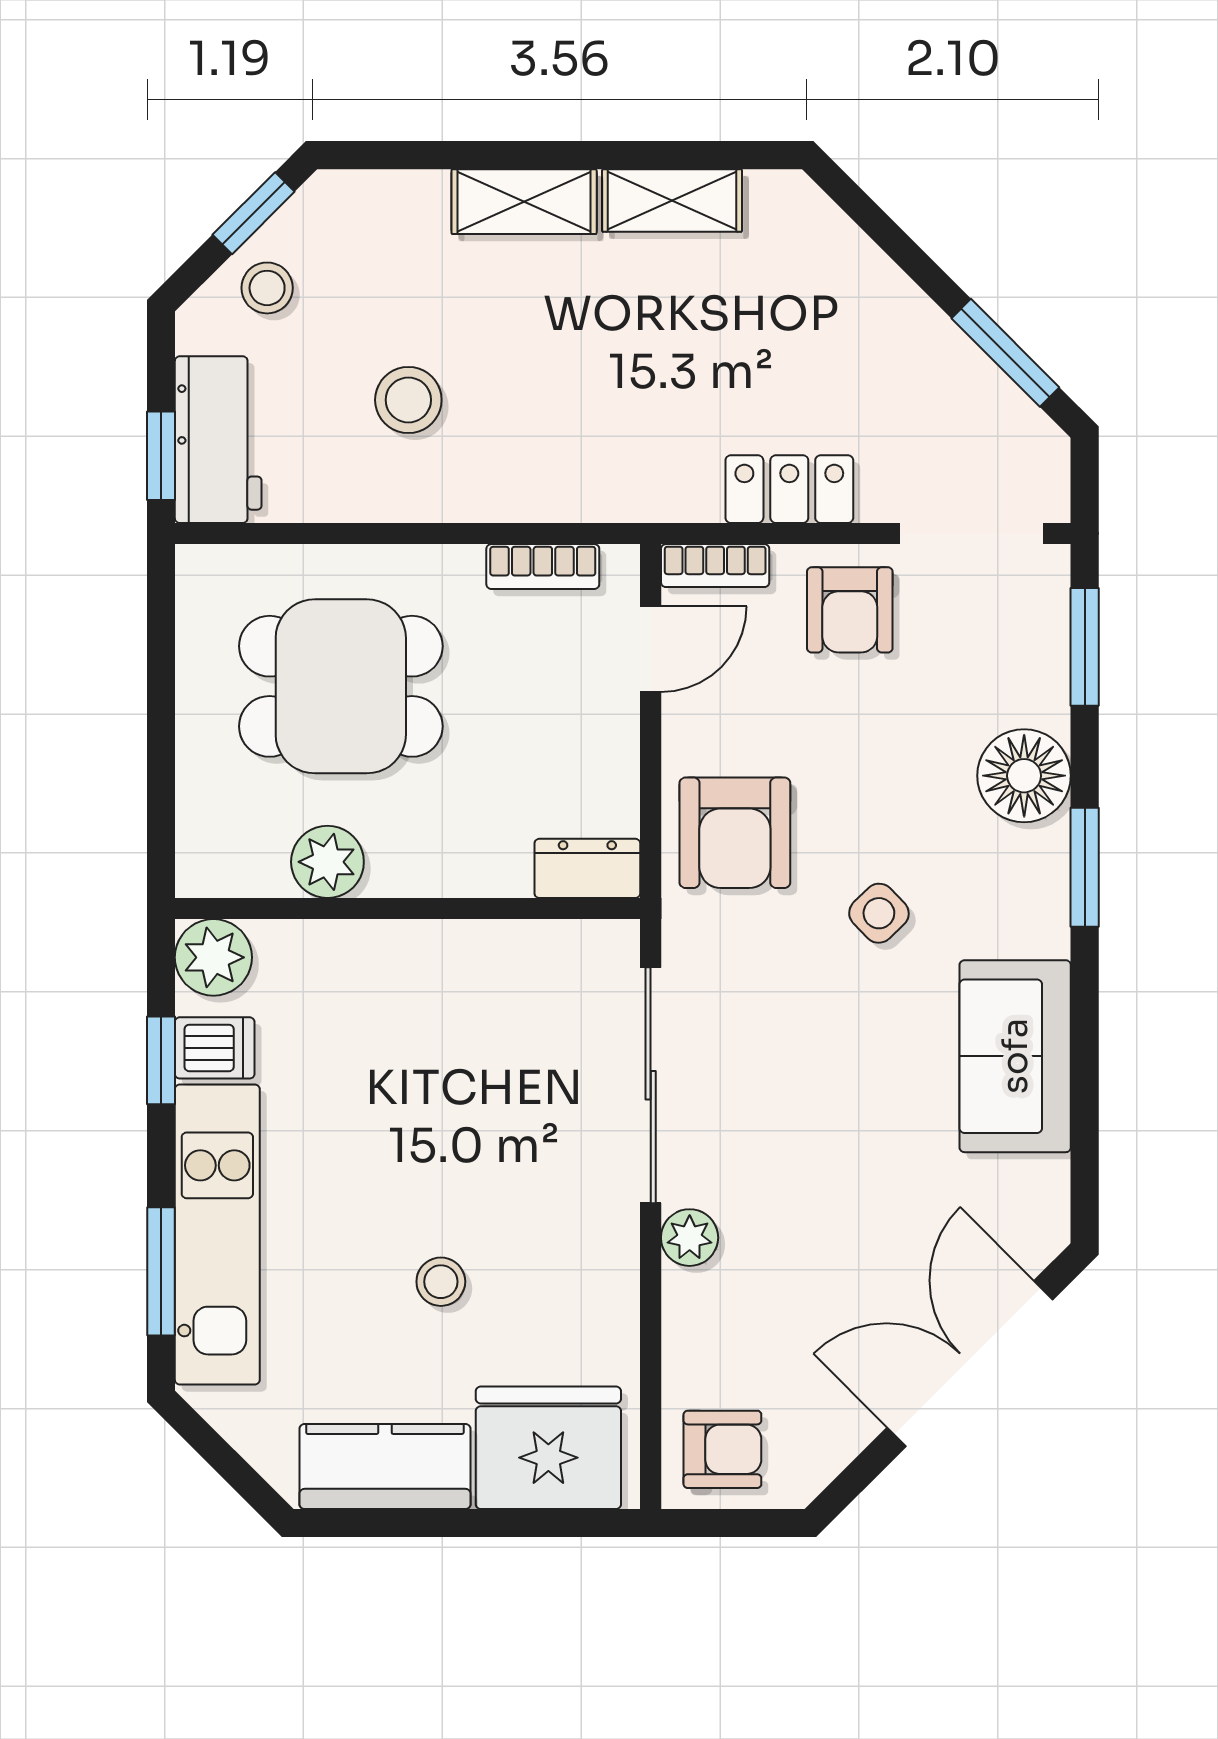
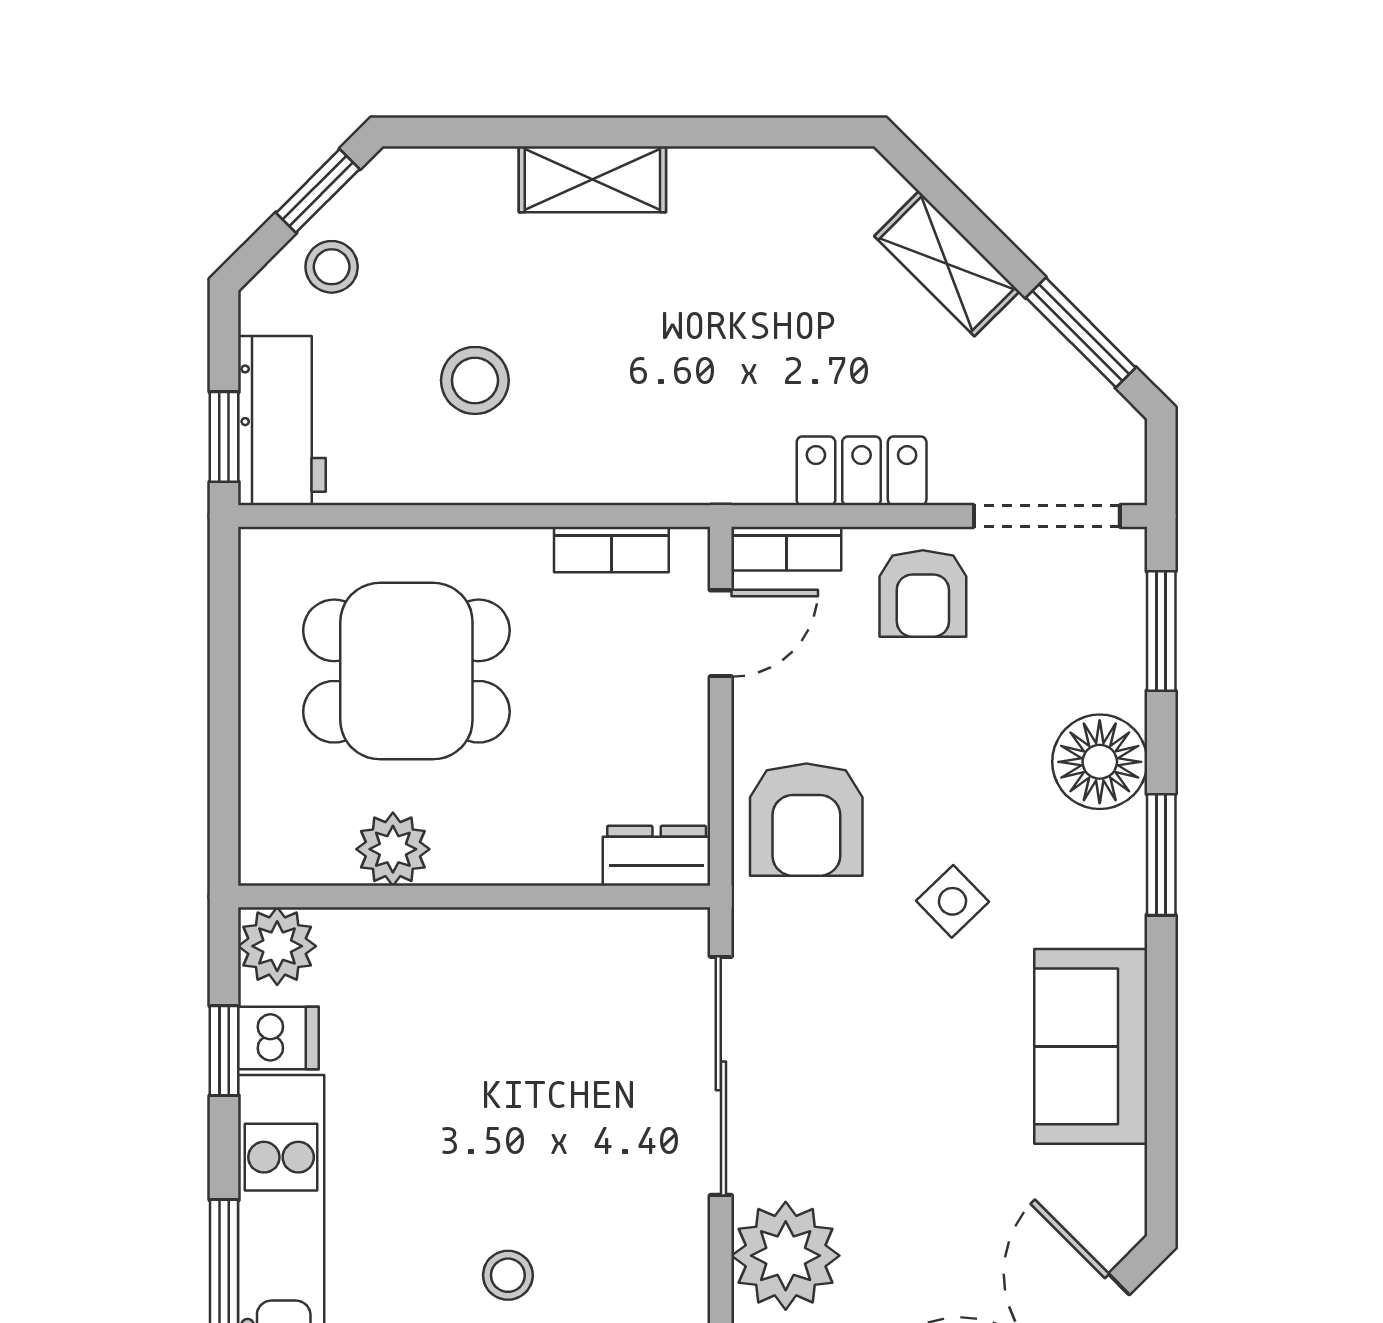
shelving: (672, 200) -> (947, 264), moved, turned 45
plant: (690, 1238) -> (786, 1256), width x1.88, depth x1.88

